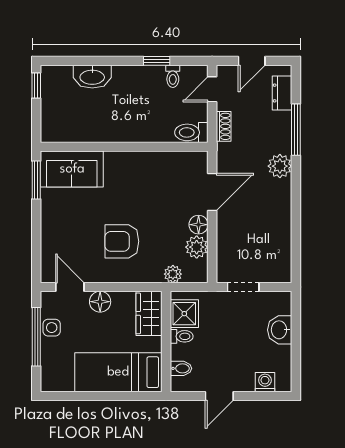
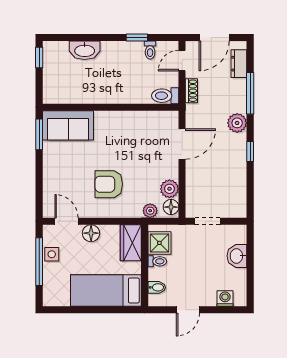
door: (252, 61) -> (214, 38), width x1.38
window: (296, 201) -> (250, 151), added
floor lamp: (199, 225) -> (171, 207), moved

